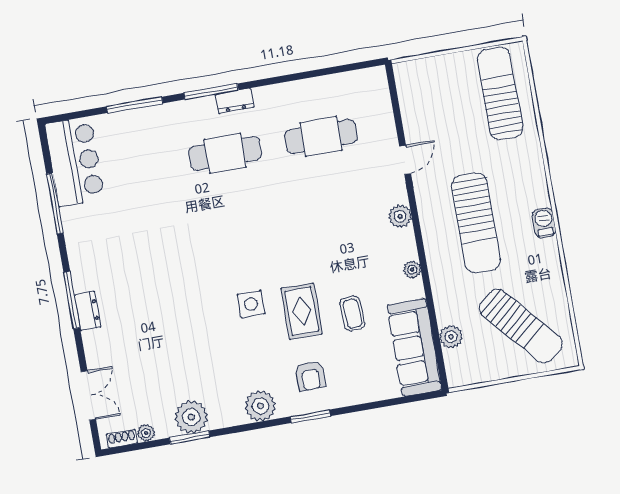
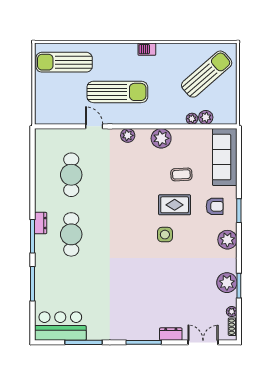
sun lounger: (476, 223) -> (117, 92), moved
plant: (412, 270) -> (161, 138), width x1.88, depth x1.88
dresser: (87, 311) -> (171, 334), moved
plant: (445, 315) -> (192, 119), added
sofa: (414, 347) -> (225, 157), moved, turned 90

